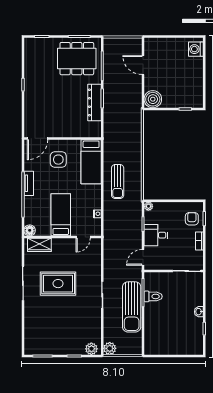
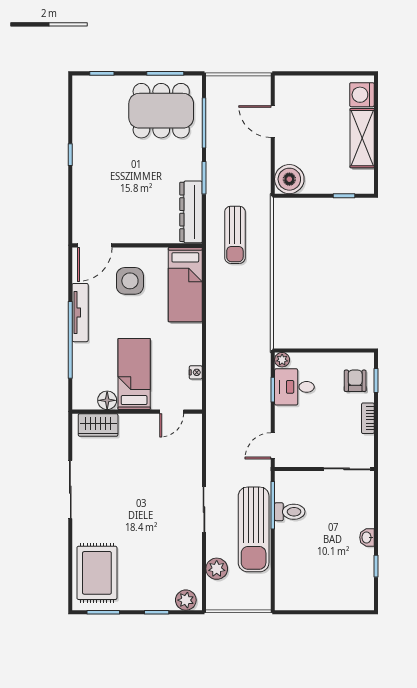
shelving: (196, 75) -> (362, 138), added
dresser: (95, 102) -> (191, 212), moved
sun lounger: (118, 182) -> (235, 235), moved
tv unit: (29, 183) -> (80, 313), width x1.41
floor lamp: (30, 230) -> (107, 400), moved
desk: (156, 235) -> (294, 387), moved
rug: (58, 284) -> (97, 573), moved, turned 90
plant: (110, 348) -> (217, 569), moved

